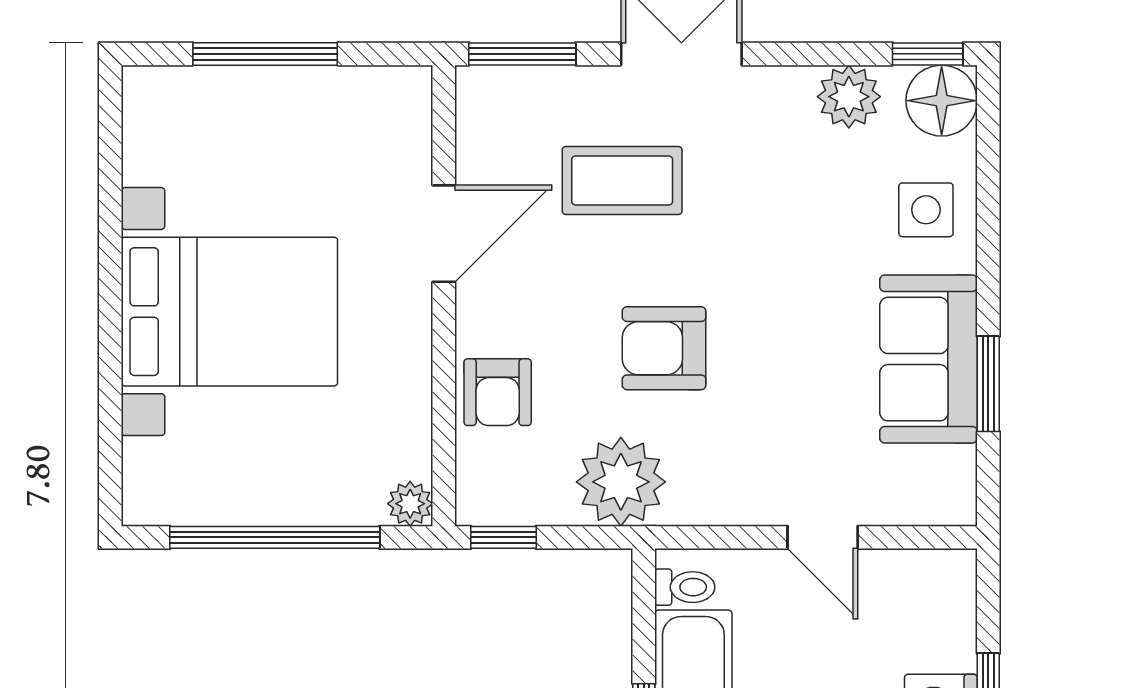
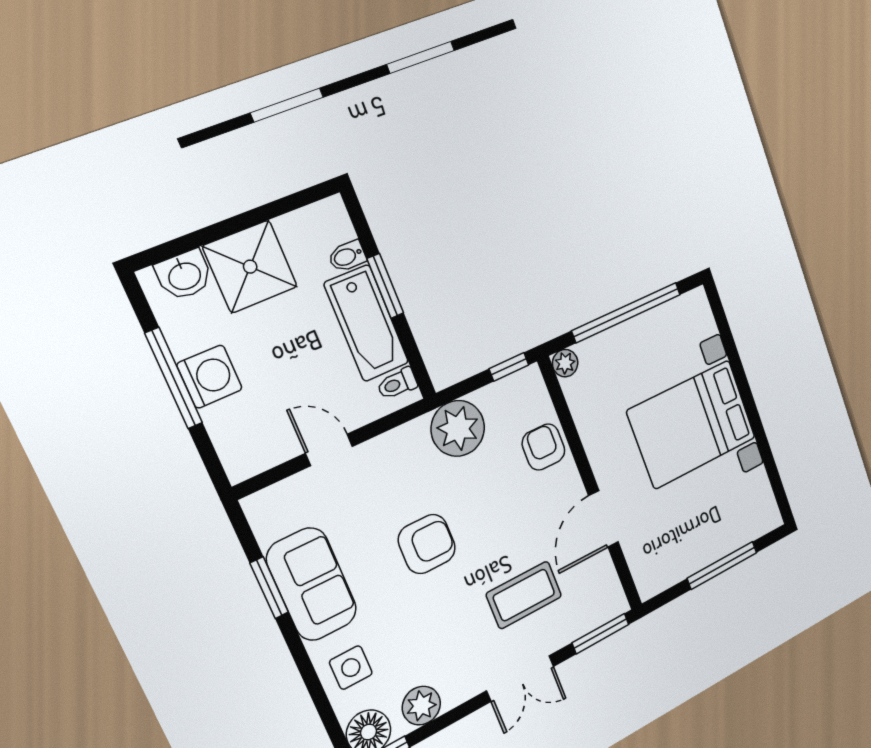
armchair: (664, 348) -> (427, 544), moved

